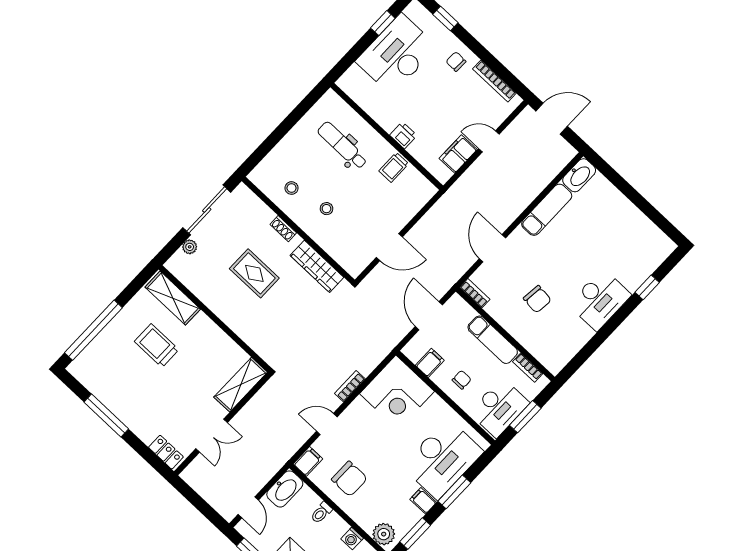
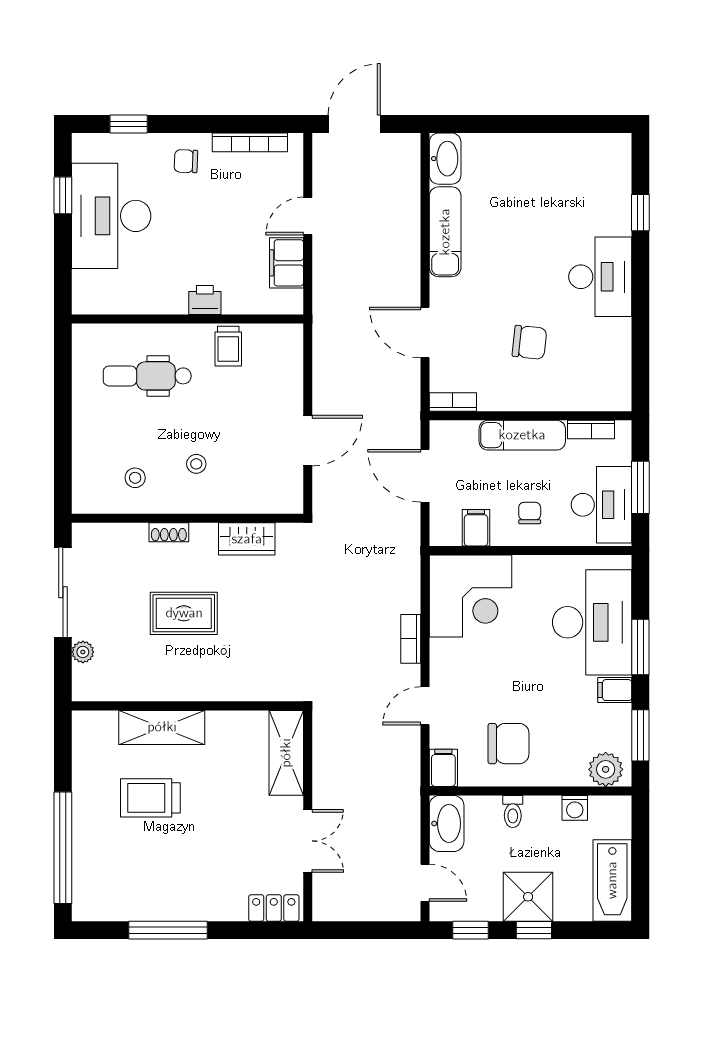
wardrobe: (317, 266) -> (247, 539), width x0.67
shelving: (173, 298) -> (162, 727), moved

